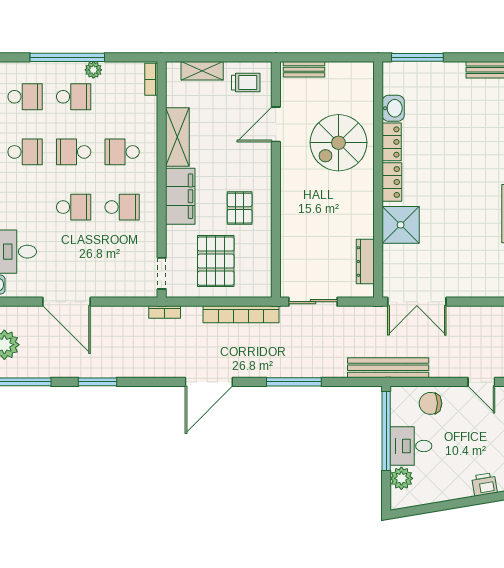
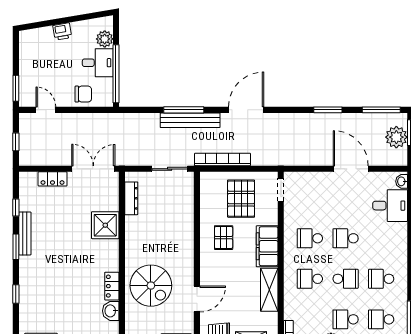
spiral stairs: (338, 143) -> (151, 286), turned 90
school desk: (122, 152) -> (310, 279), turned 180
locker: (392, 182) -> (53, 179), moved, turned -90
bookcase: (165, 312) -> (279, 161), removed
bench: (388, 368) -> (190, 120), moved
printer: (484, 484) -> (62, 31), moved

